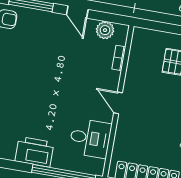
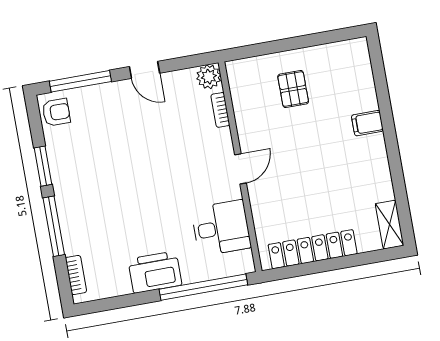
plant: (105, 30) -> (209, 77), moved
door: (118, 103) -> (241, 169), swing flipped

